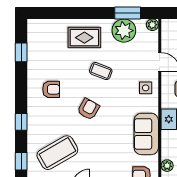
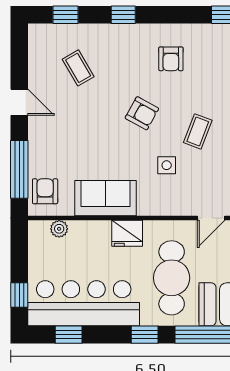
side table: (146, 88) -> (167, 165), moved
coffee table: (57, 153) -> (78, 68), width x0.54, depth x0.58

